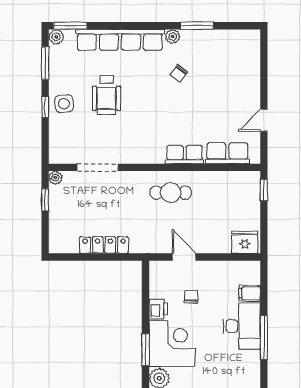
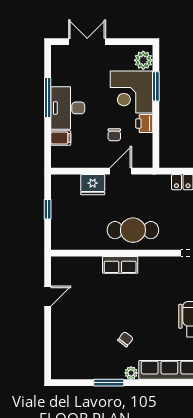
row of seats: (227, 153) -> (81, 266), removed
window: (264, 190) -> (48, 209), moved
cafe table: (171, 193) -> (133, 230), width x1.37, depth x1.35
fridge: (245, 242) -> (93, 185), moved
door: (184, 257) -> (121, 171), swing flipped

